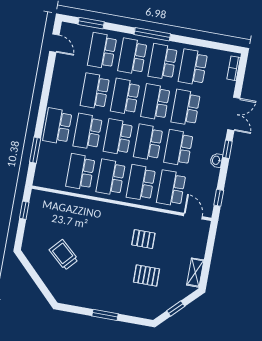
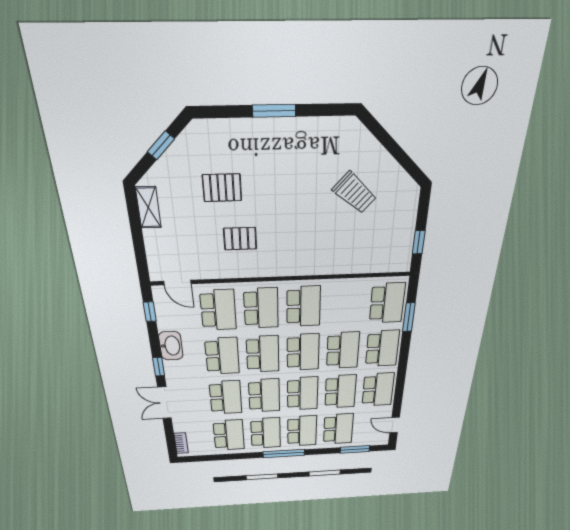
school desk: (65, 86) -> (378, 390), added
washbasin: (216, 160) -> (171, 346), width x1.91, depth x1.45
school desk: (80, 172) -> (387, 303), moved

